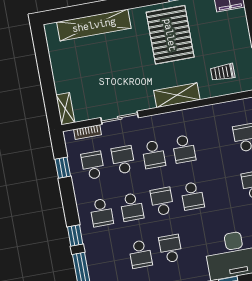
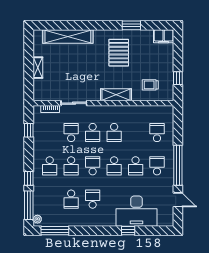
pallet: (170, 35) -> (119, 53), width x0.73, depth x0.71
shelving: (65, 109) -> (38, 68), moved
school desk: (93, 165) -> (136, 166), moved, turned 180

